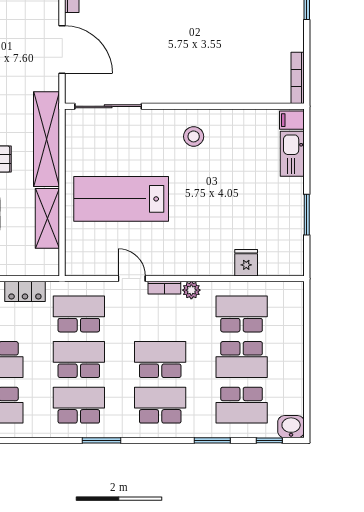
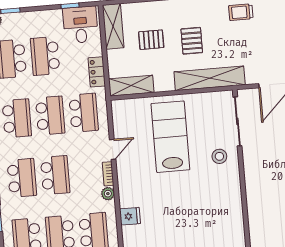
stool: (194, 136) -> (219, 156), moved
shelving: (47, 218) -> (131, 86), moved
fridge: (246, 263) -> (130, 216), moved

